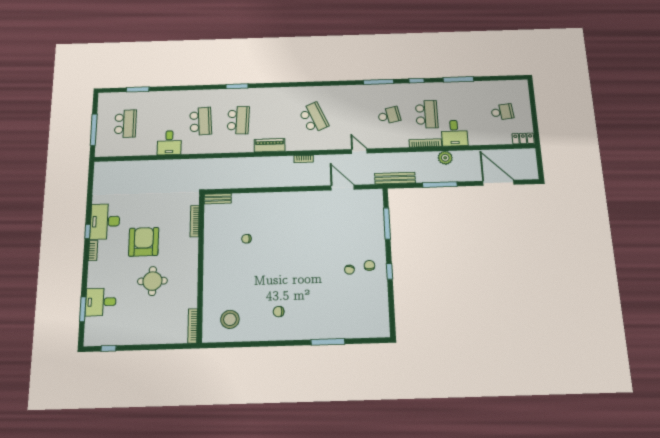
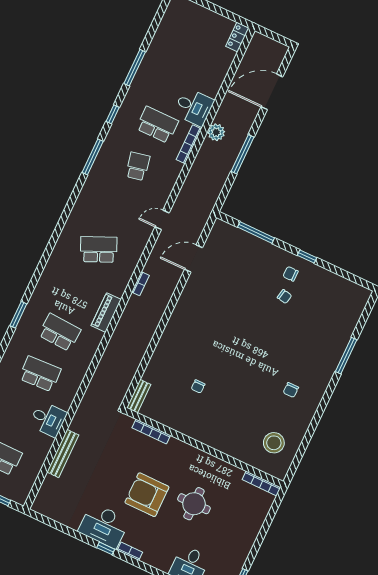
school desk: (502, 112) -> (196, 42), removed
bench: (395, 178) -> (63, 454), moved

